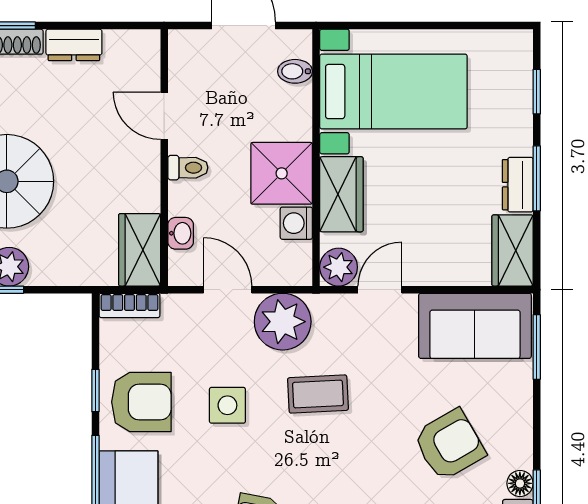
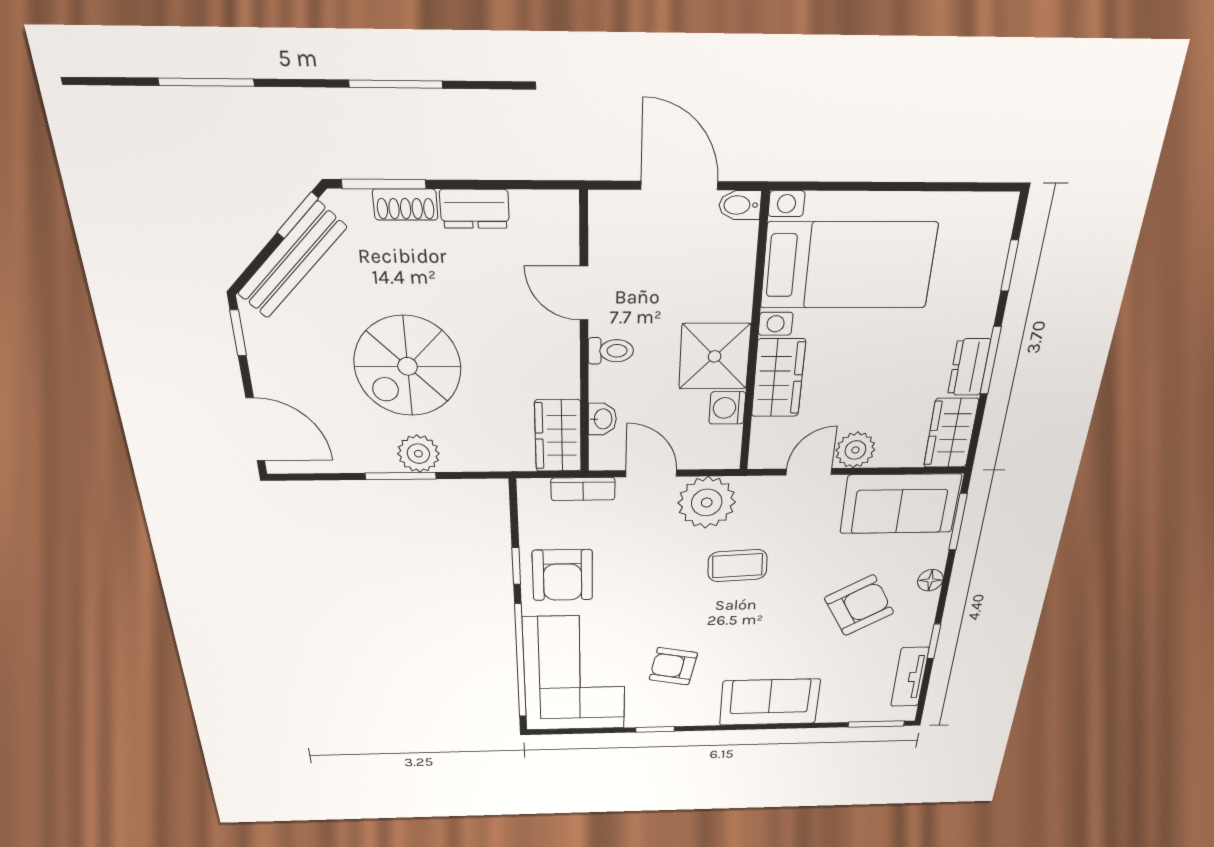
bidet: (295, 71) -> (740, 205), moved
plant: (339, 267) -> (855, 450), moved
bookcase: (130, 305) -> (583, 489), moved
armchair: (141, 402) -> (563, 575), turned 90
side table: (227, 405) -> (648, 577), removed
floor lamp: (520, 483) -> (930, 580), moved

